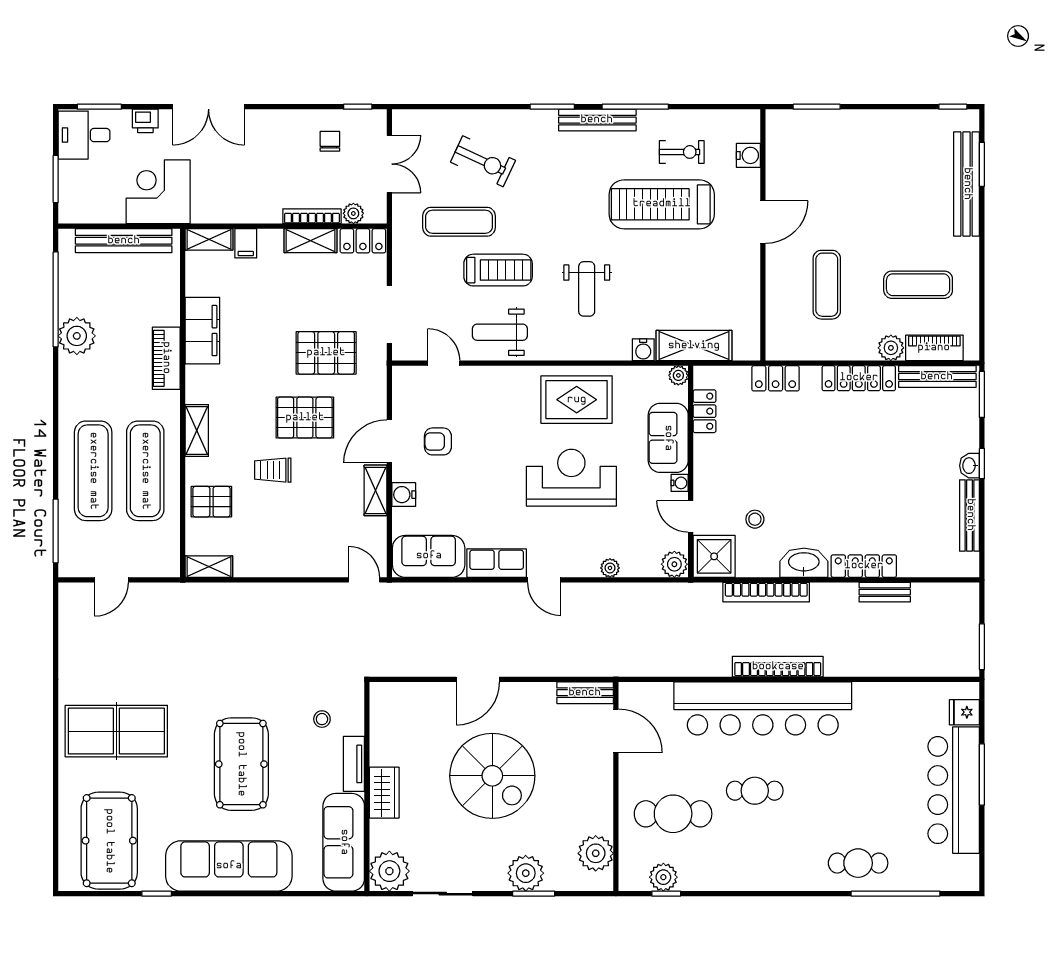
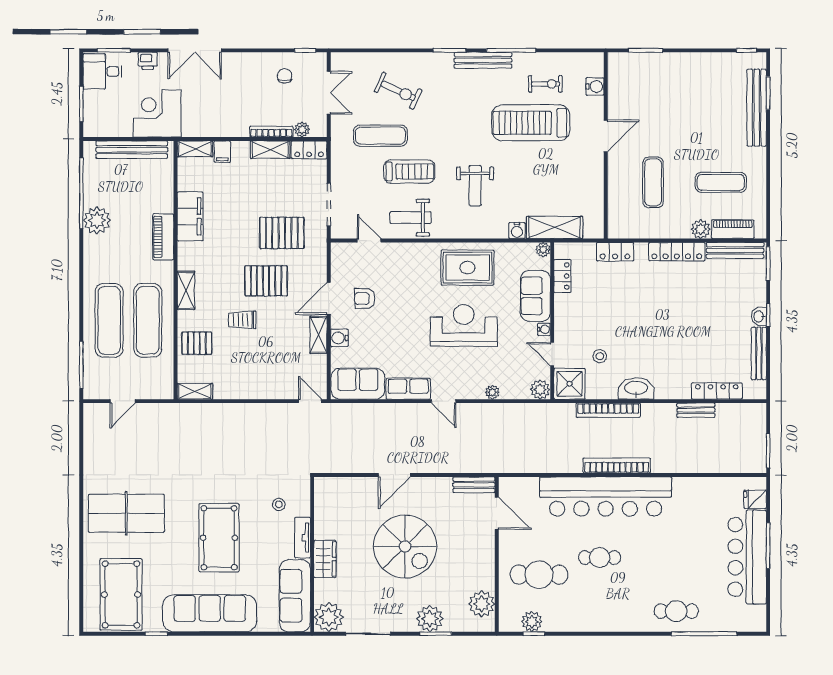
locker: (864, 566) -> (717, 391), moved

